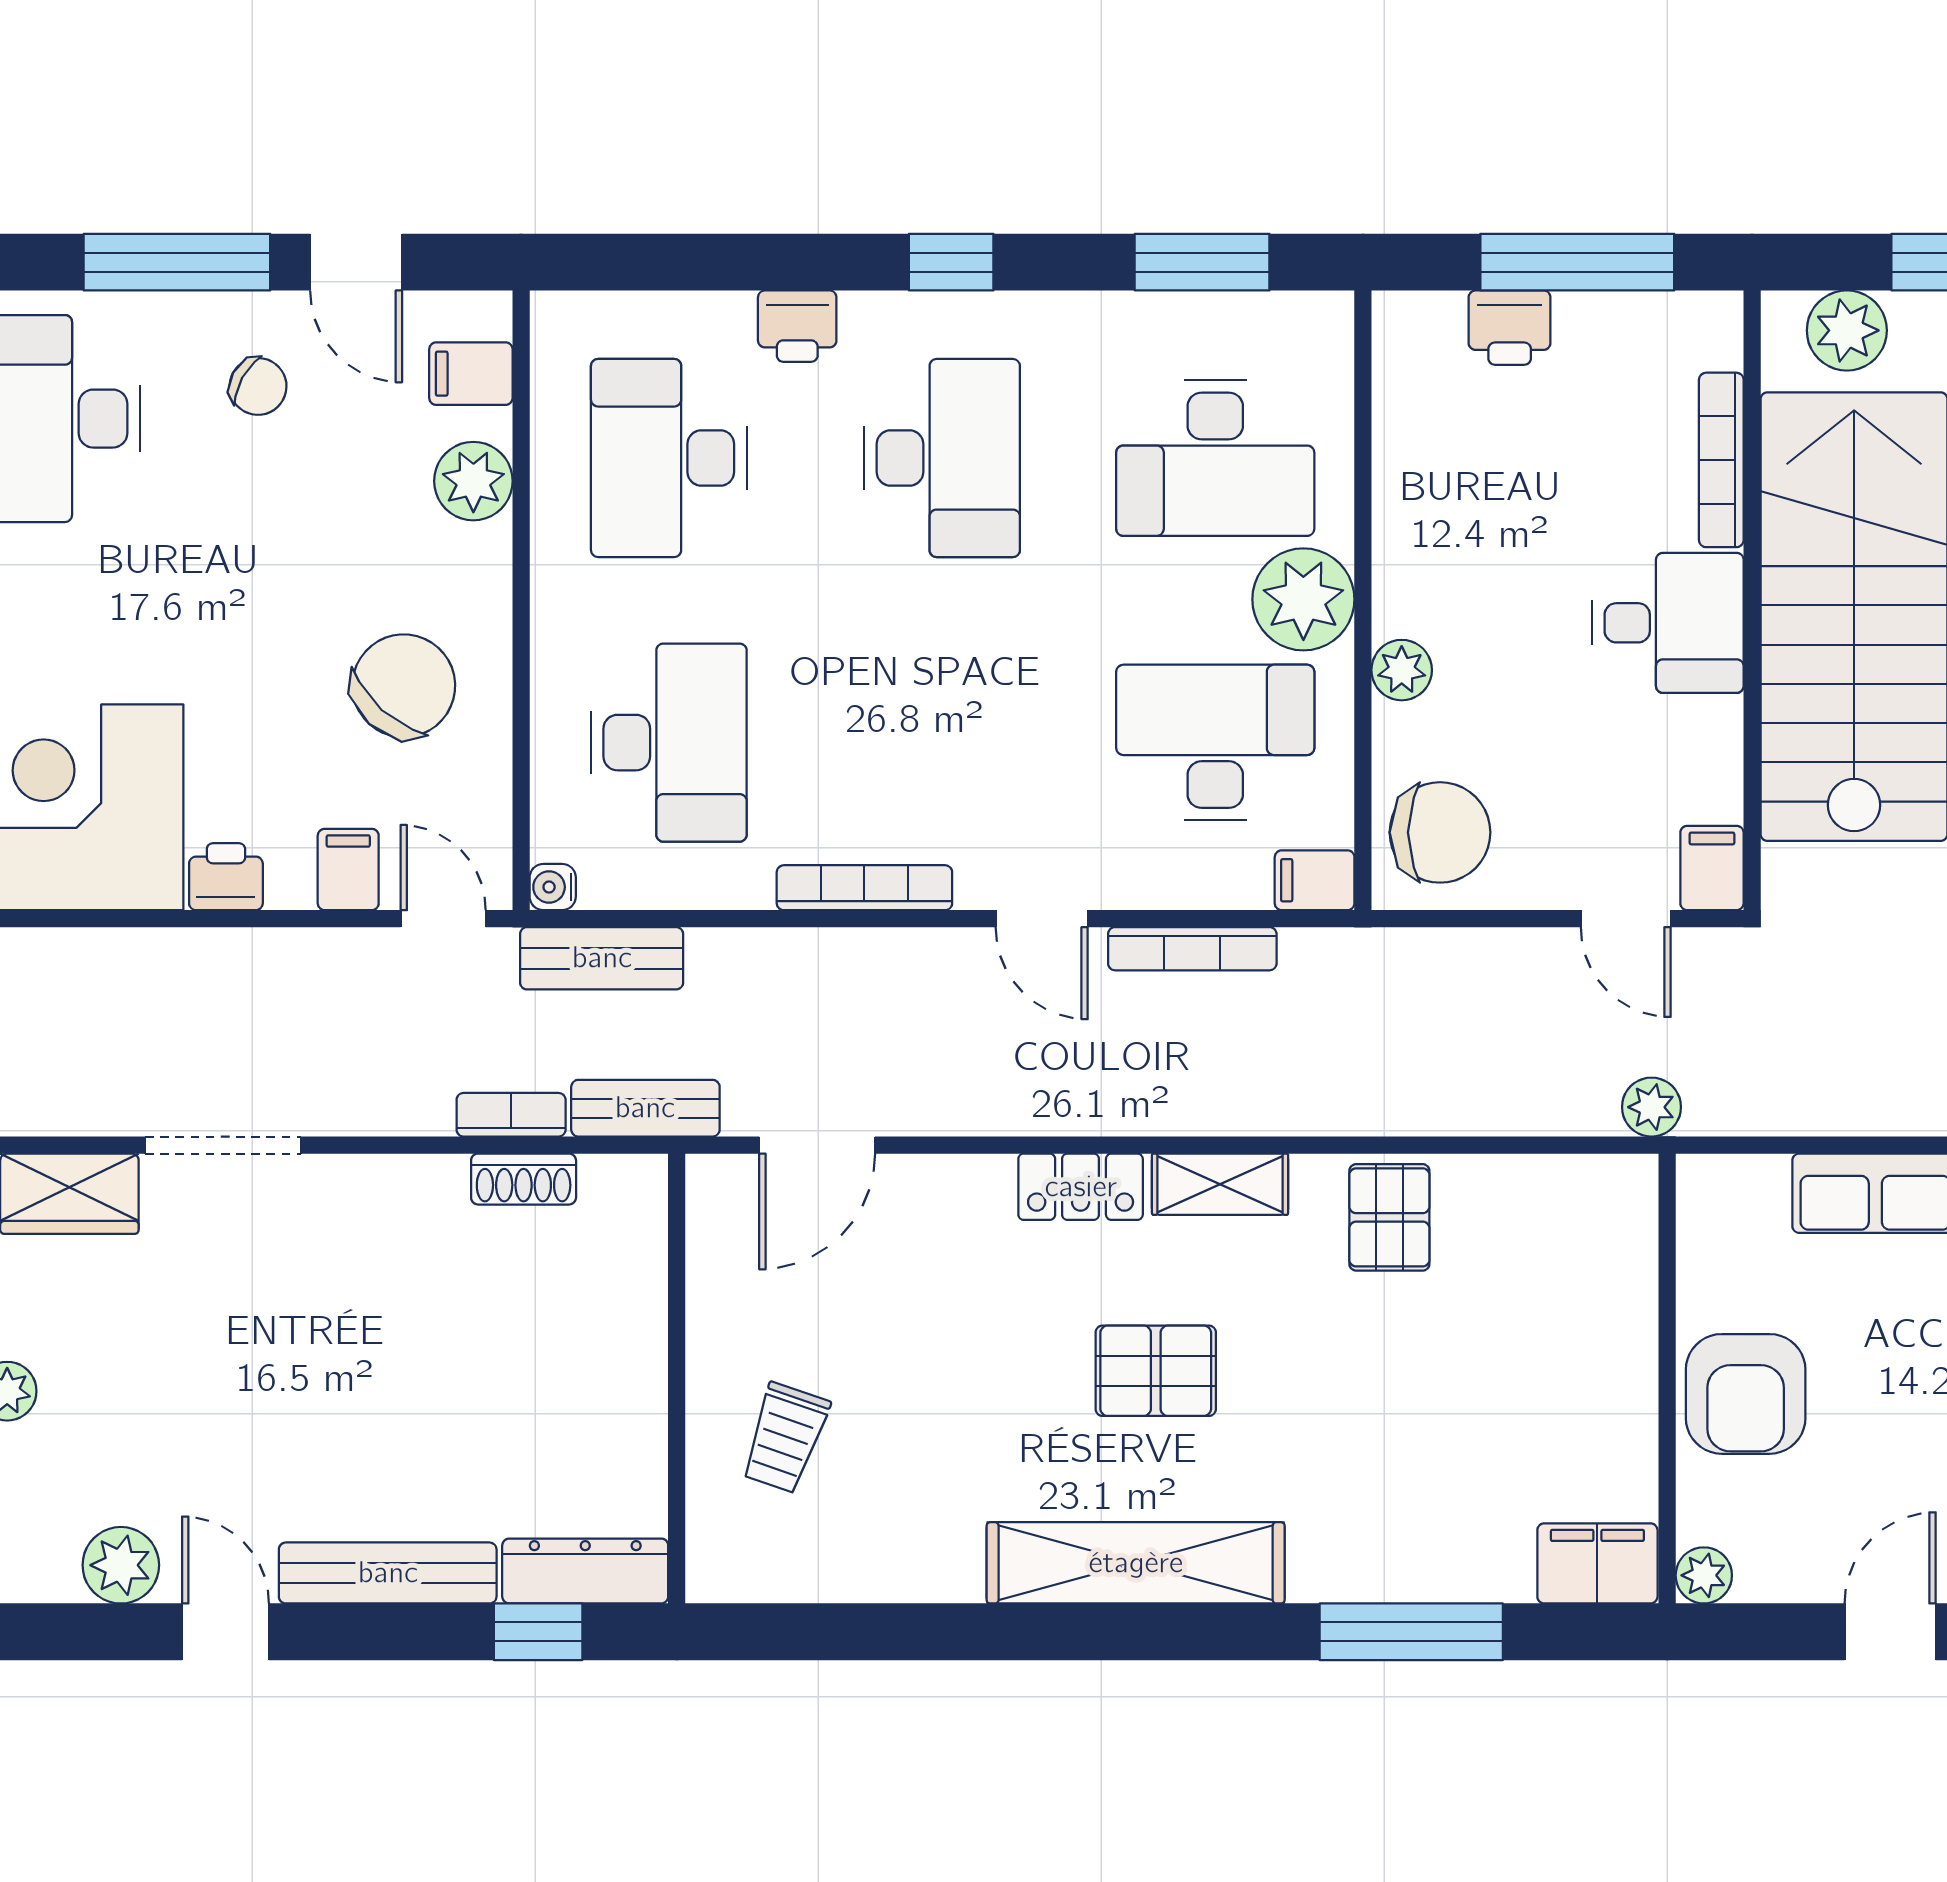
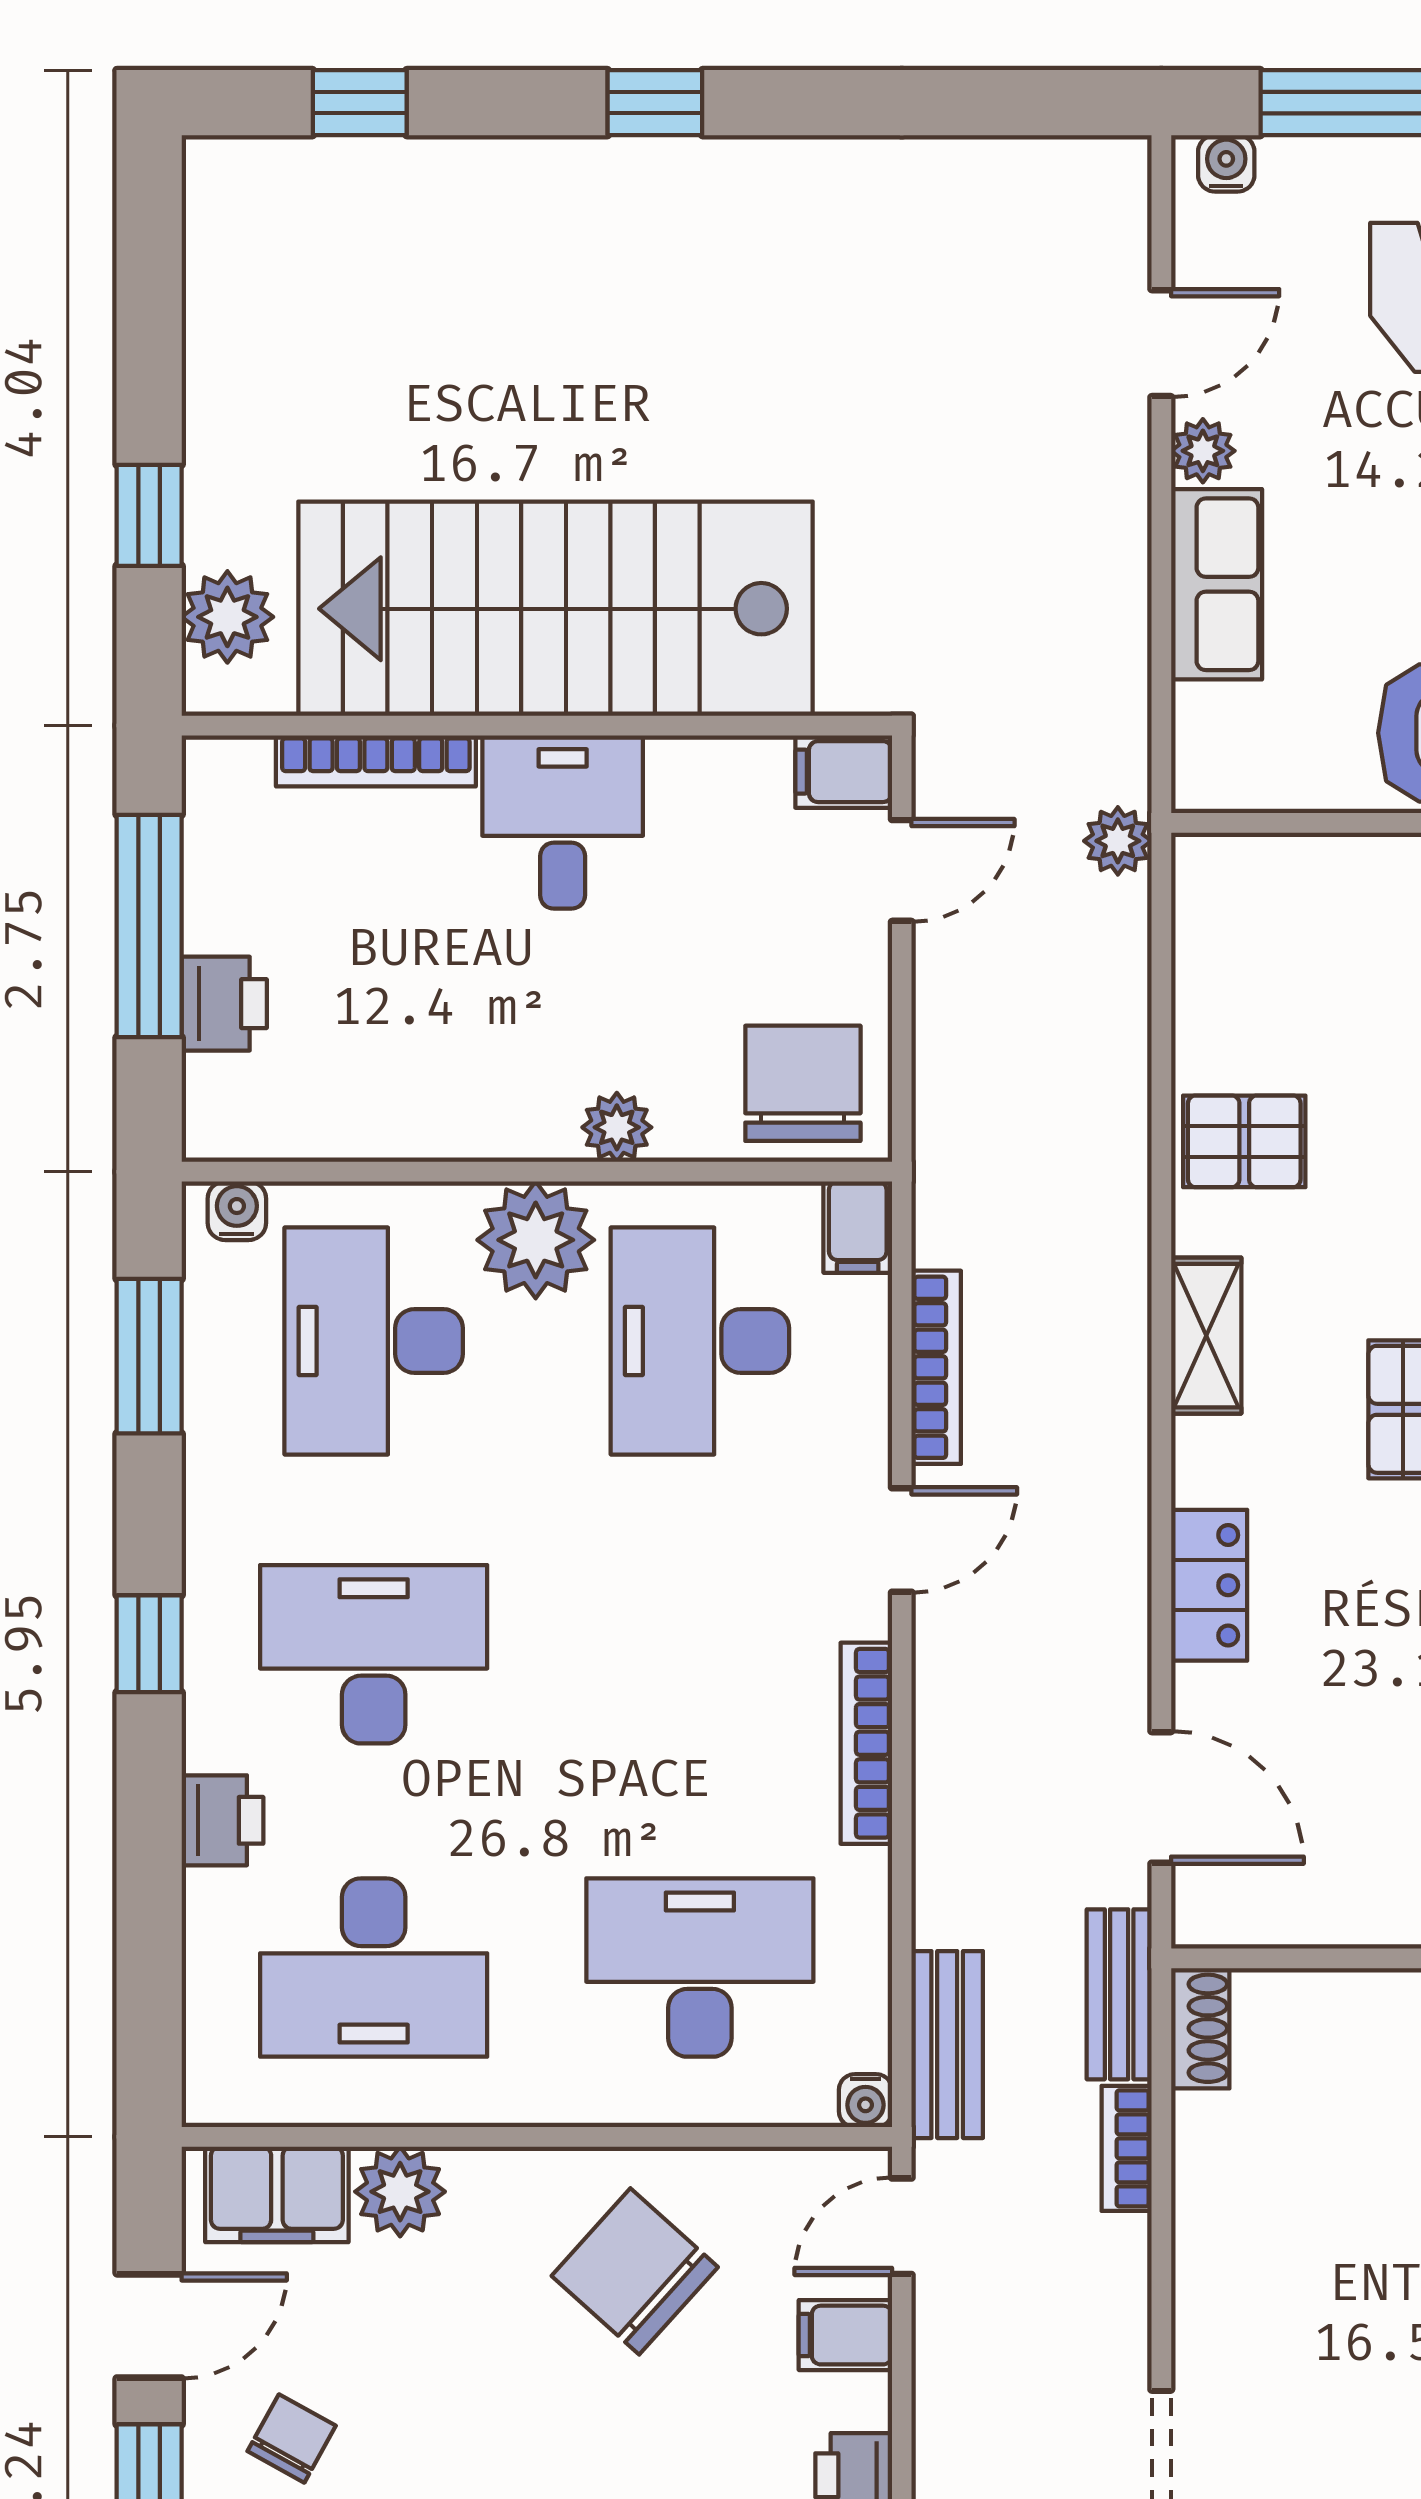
water cooler: (1329, 339) -> (237, 1211), added
filing cabinet: (471, 374) -> (277, 2194), width x2.00
desk: (1215, 458) -> (374, 1341), turned 180
shoe rack: (524, 1179) -> (1200, 2028), moved
locker: (1081, 1187) -> (1209, 1585), moved

